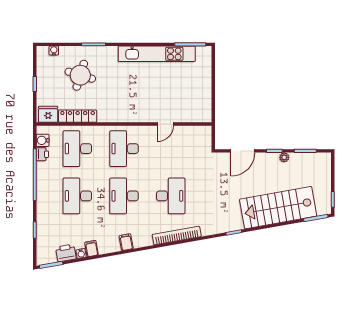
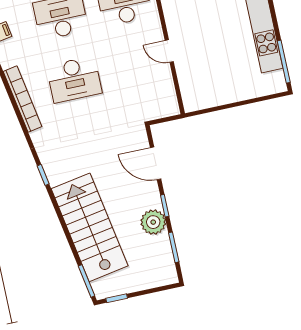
plant: (284, 157) -> (153, 222), width x1.87, depth x1.87

